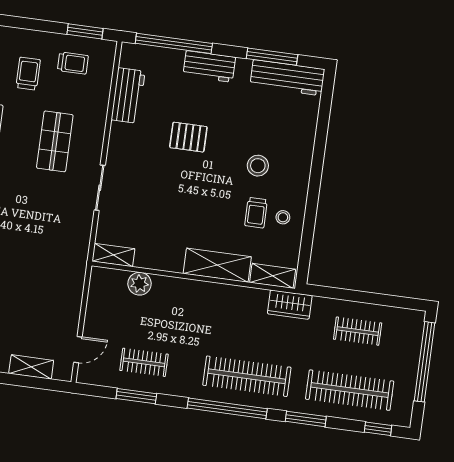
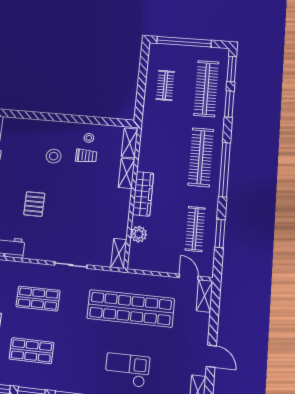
shelving: (217, 265) -> (127, 173), width x0.67, depth x0.75
shop shelf: (38, 269) -> (131, 308), added
wardrobe: (290, 305) -> (143, 194), moved, width x1.50
clothes rail: (144, 362) -> (195, 229), width x1.36
shelving: (31, 367) -> (205, 296), moved
window: (306, 419) -> (229, 104), moved
window: (378, 429) -> (232, 69), width x1.50

